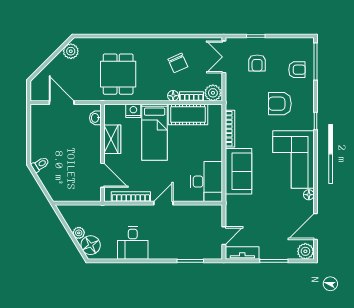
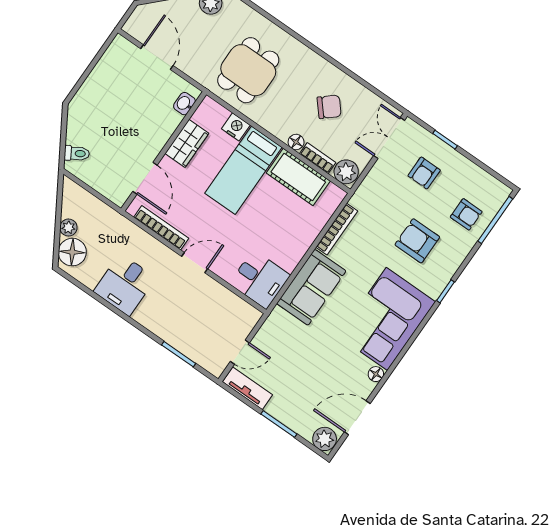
chair: (178, 63) -> (329, 107), turned -107
toilet: (40, 164) -> (77, 153), moved
desk: (207, 182) -> (260, 279), width x0.73

